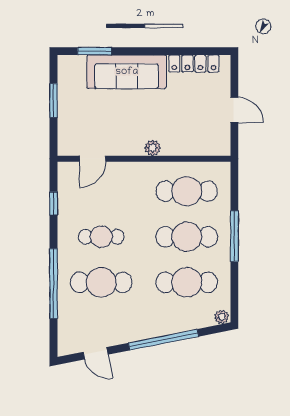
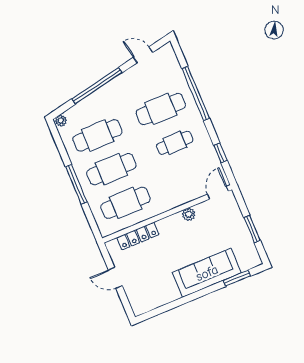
locker: (194, 64) -> (138, 236), moved, turned 180
plant: (153, 148) -> (189, 214), moved
door: (93, 159) -> (218, 193), moved

